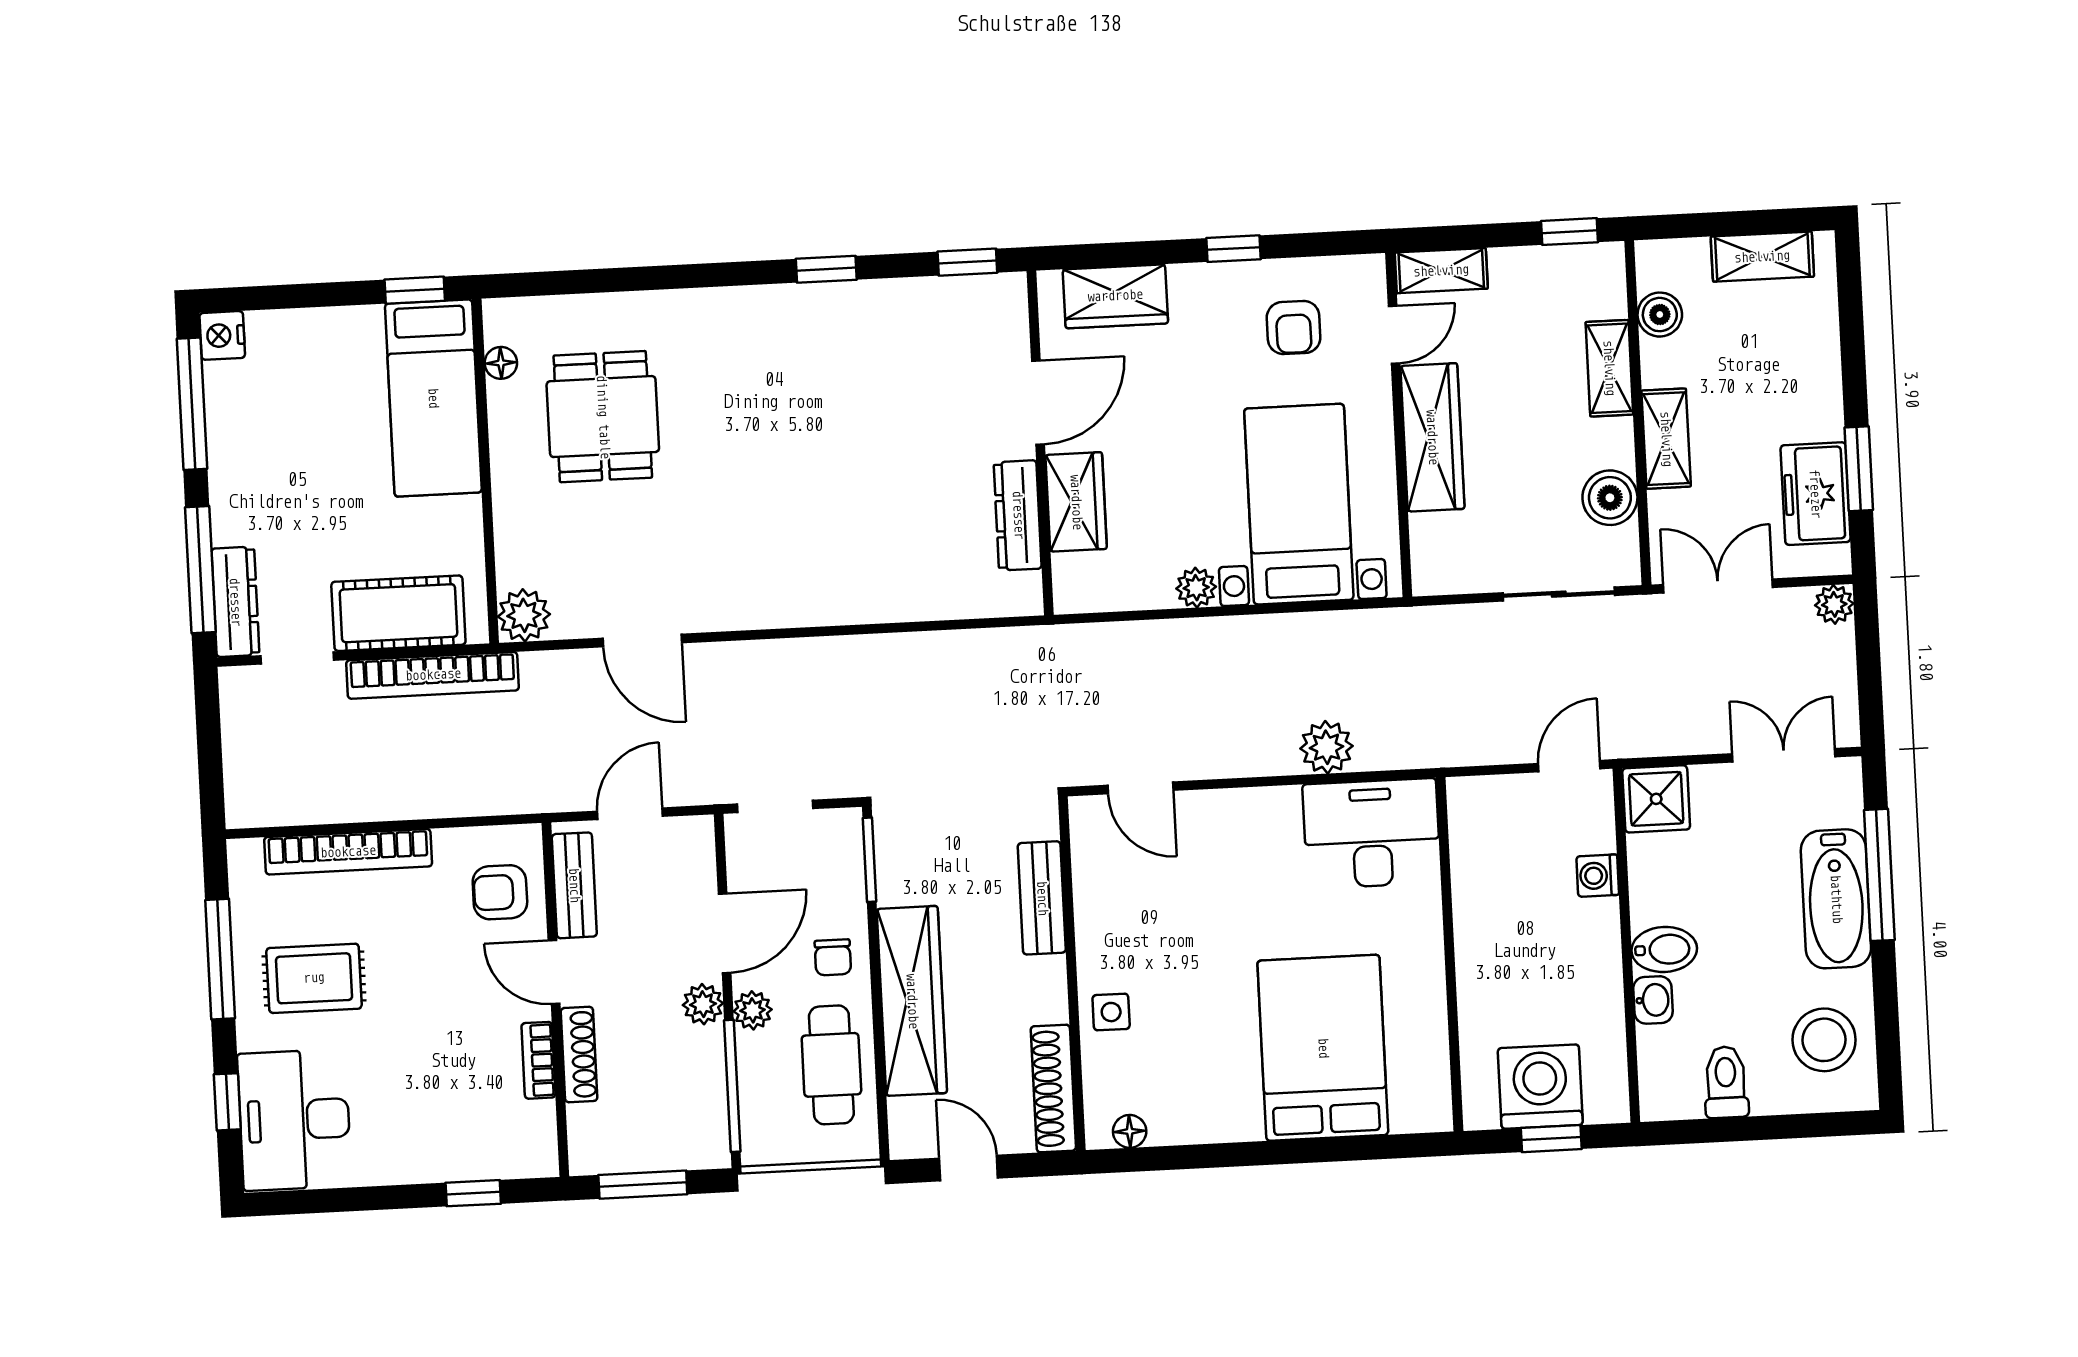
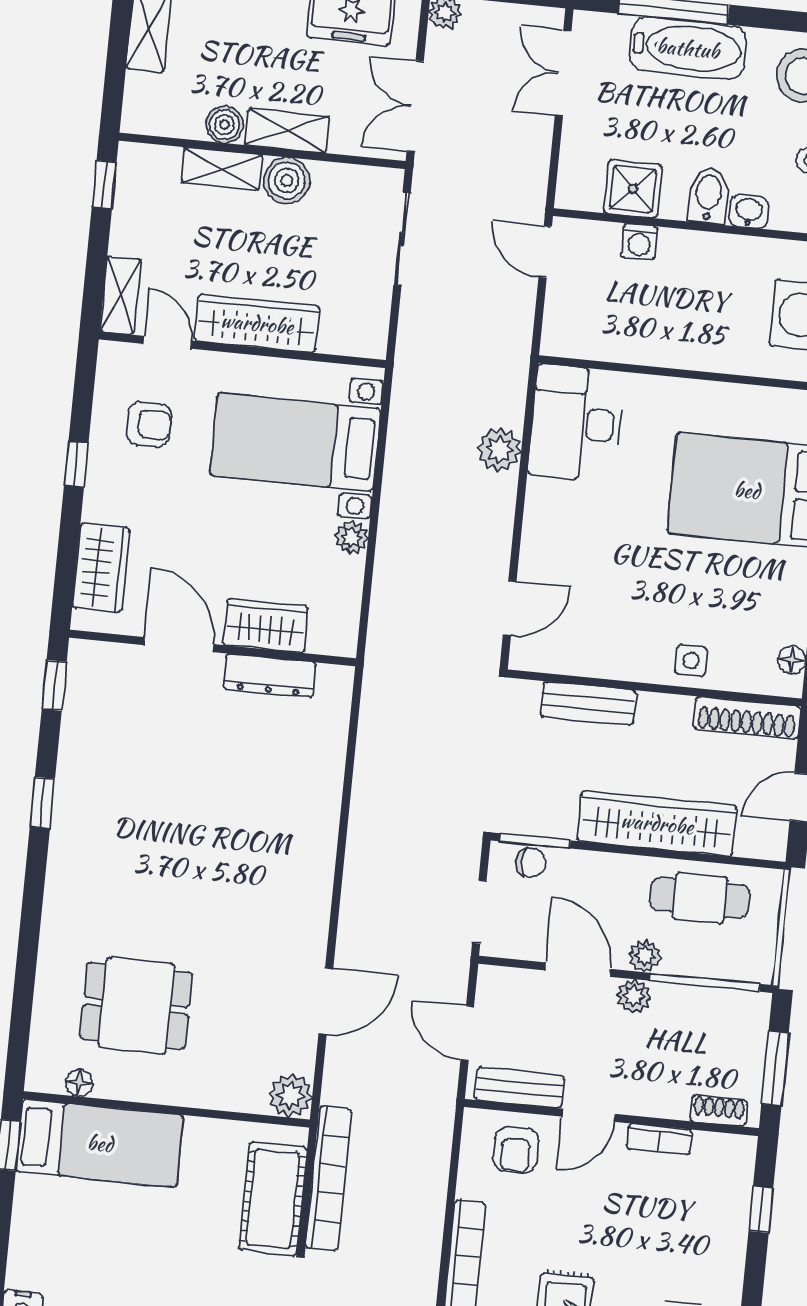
boiler: (1660, 315) -> (225, 125), moved
boiler: (1610, 498) -> (287, 180), moved
shower: (1656, 799) -> (633, 189), moved
chair: (833, 957) -> (531, 863), moved
shoe rack: (579, 1054) -> (719, 1111), moved, width x0.70

